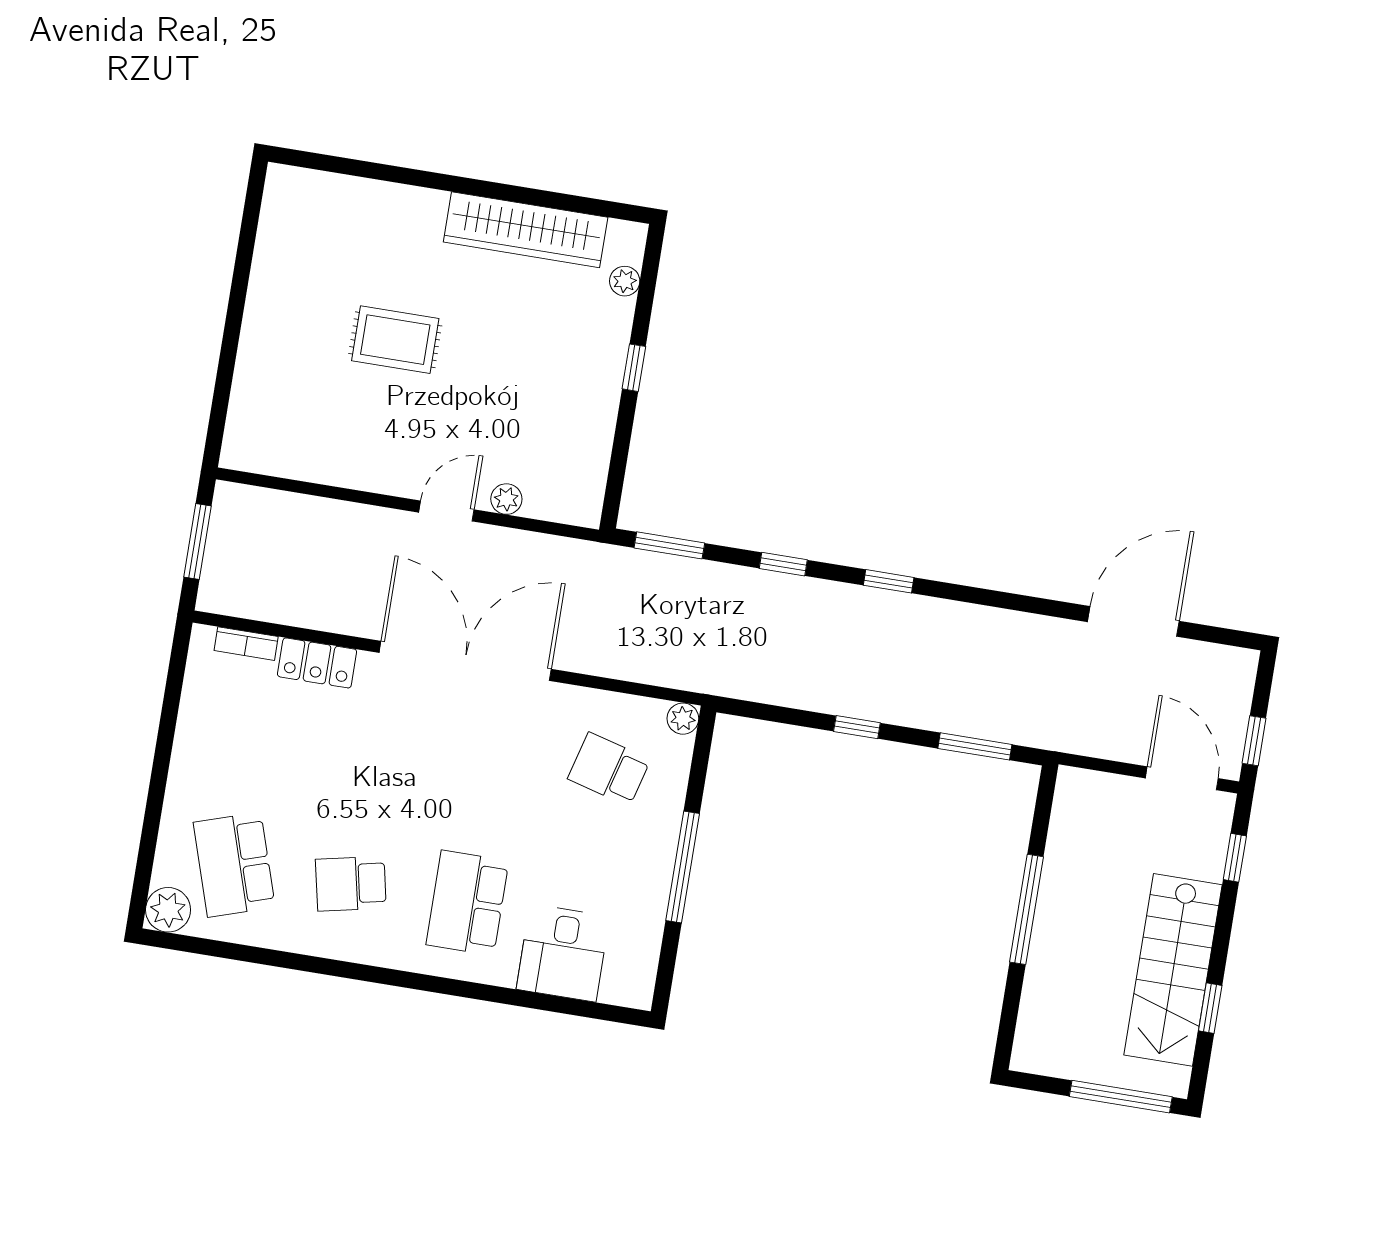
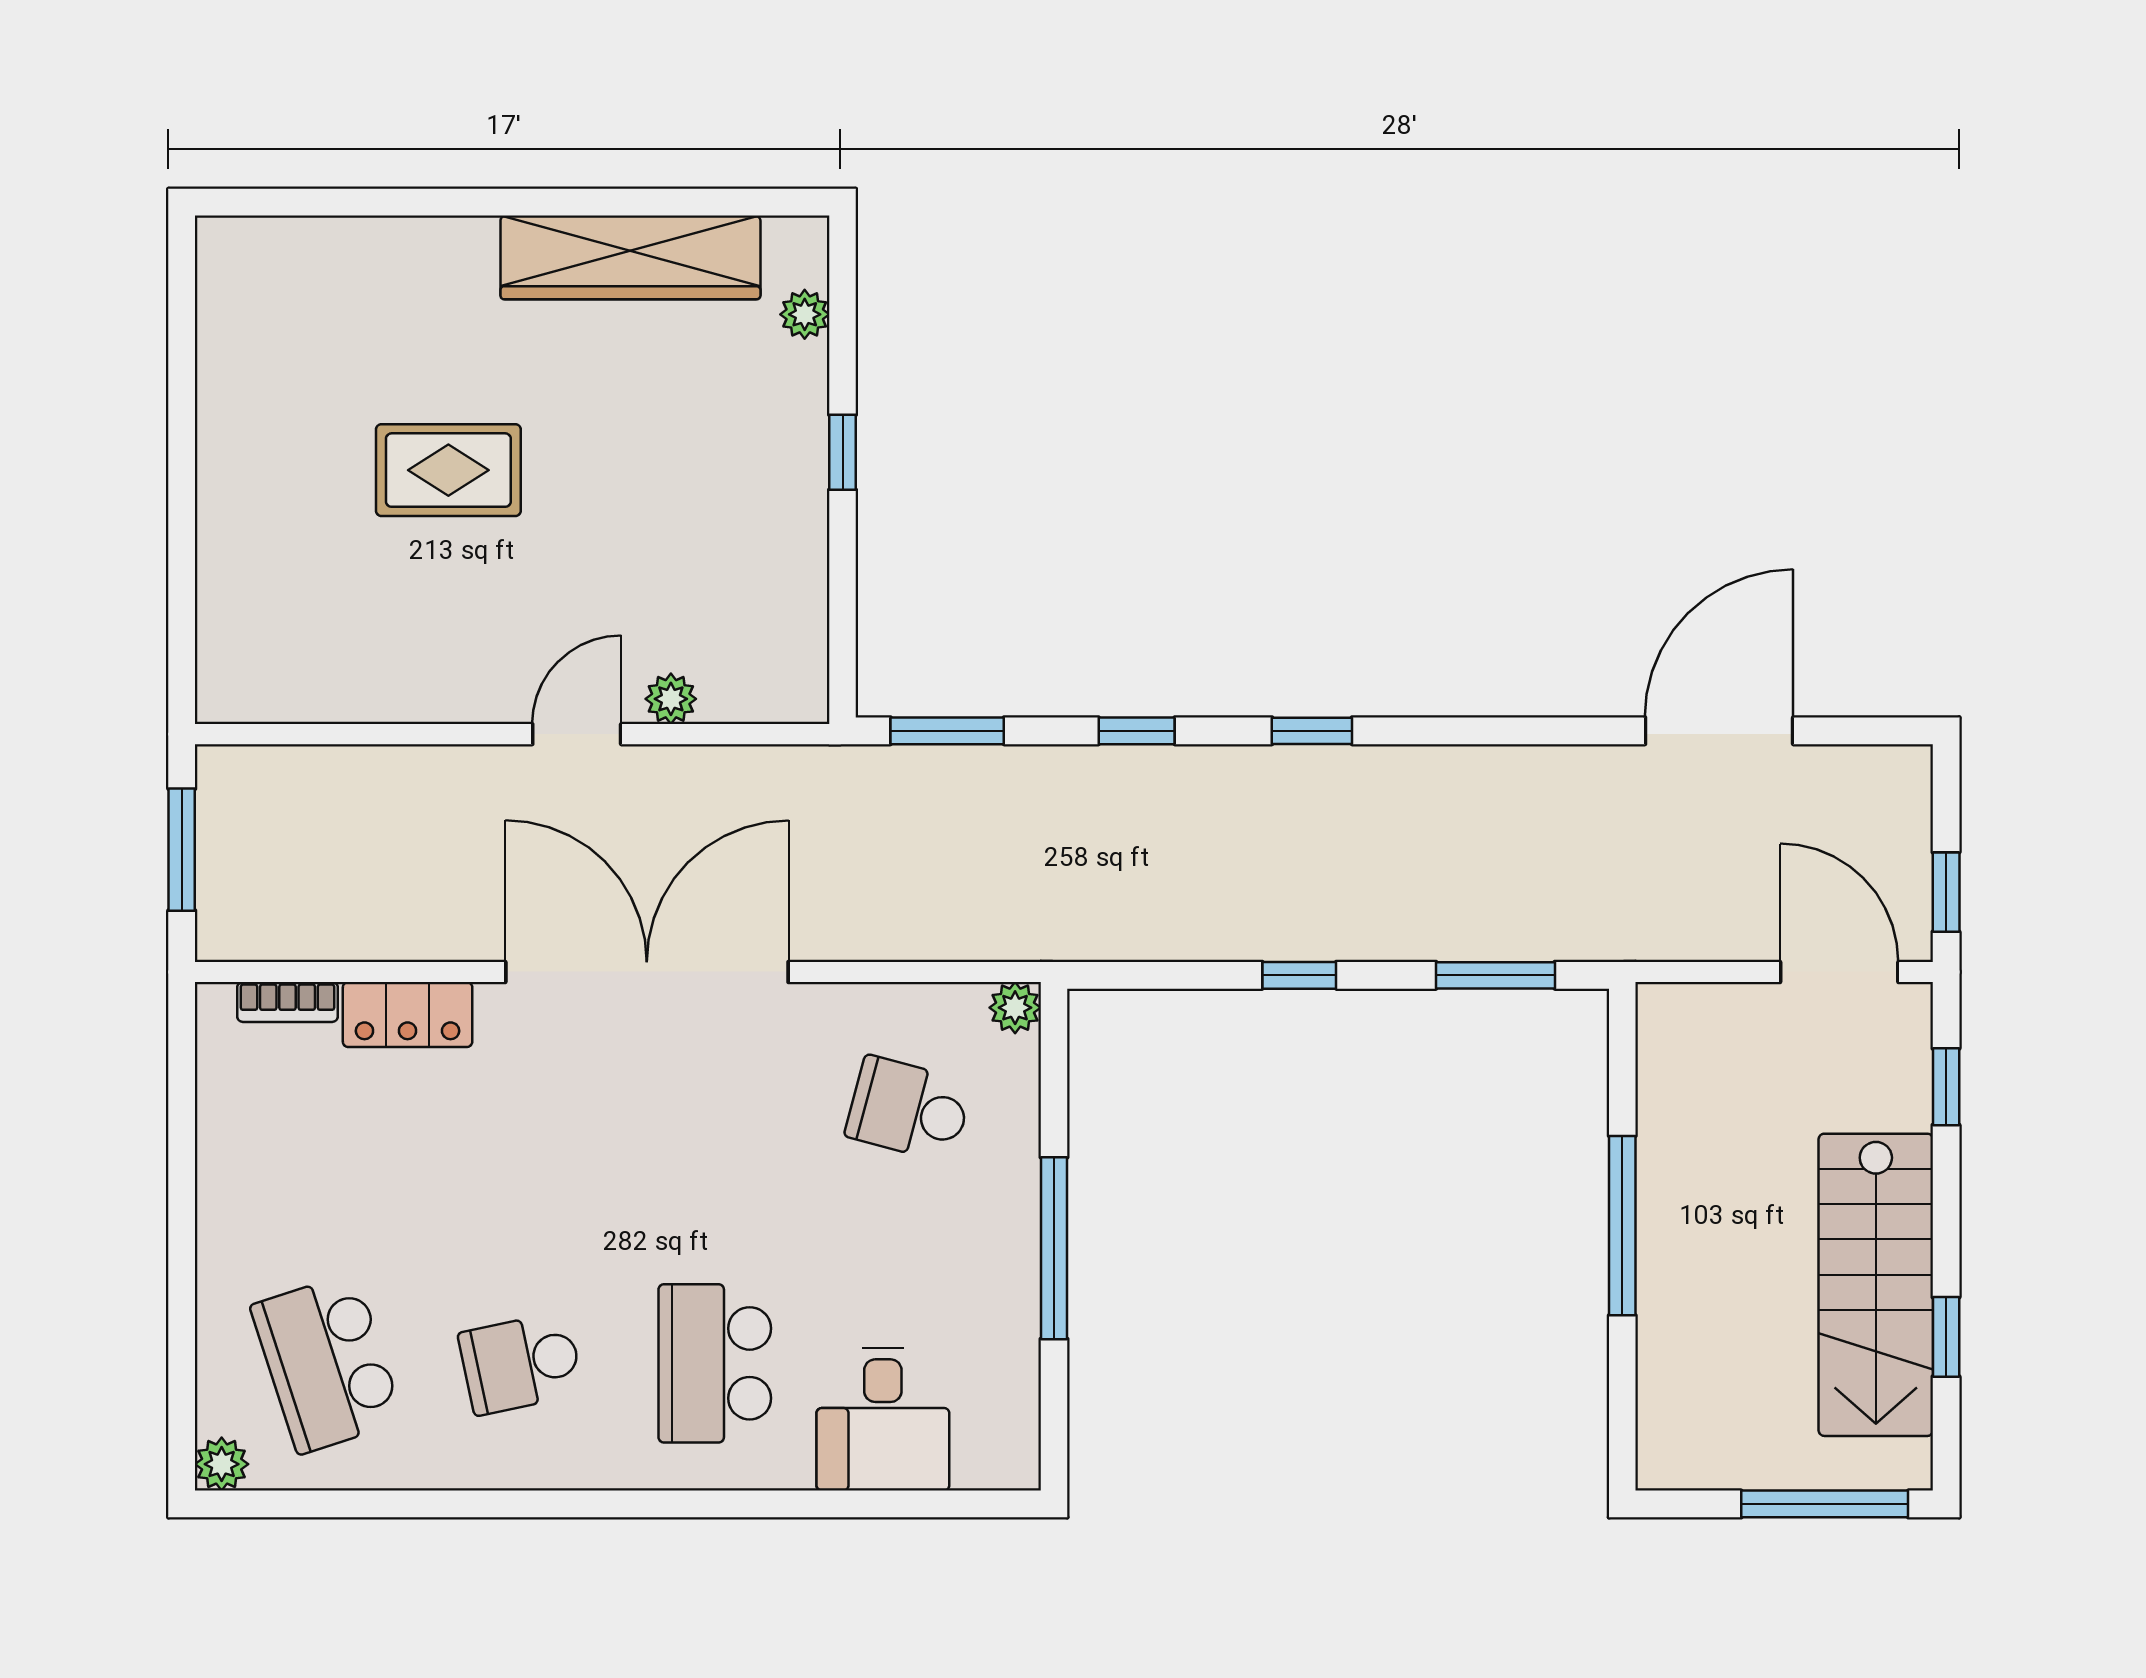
plant: (168, 910) -> (222, 1464), width x0.73, depth x0.73

